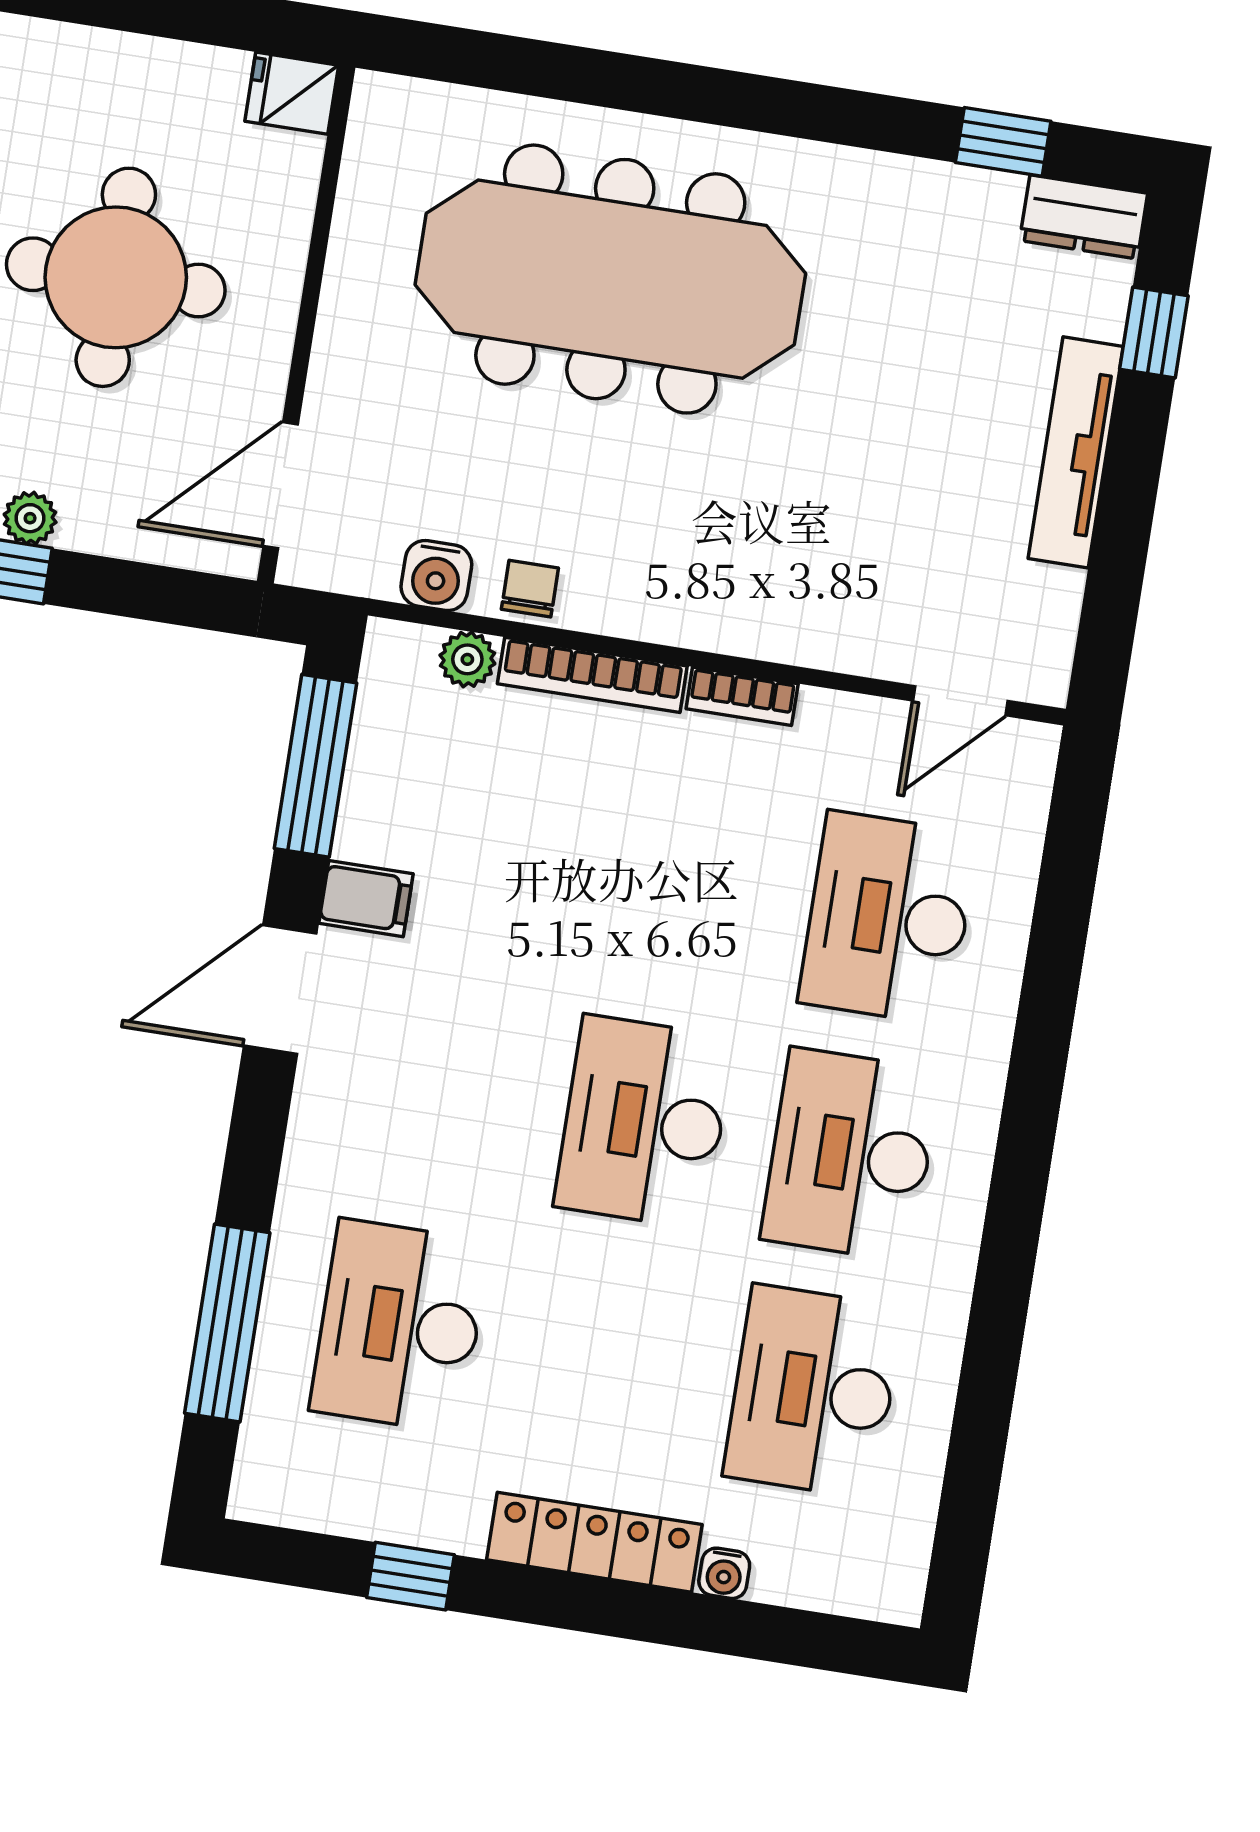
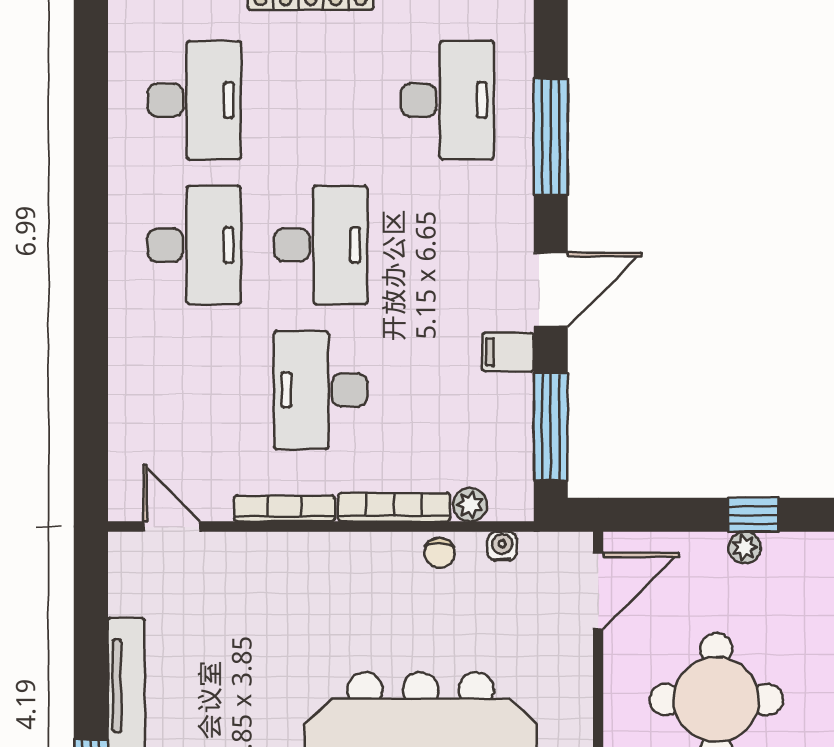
water cooler: (436, 576) -> (502, 546), width x0.72, depth x0.72
bookcase: (742, 696) -> (284, 509), width x1.56
door: (960, 701) -> (172, 527), hinge flipped
desk: (888, 918) -> (321, 390), moved, turned 180
window: (227, 1323) -> (551, 137), moved

